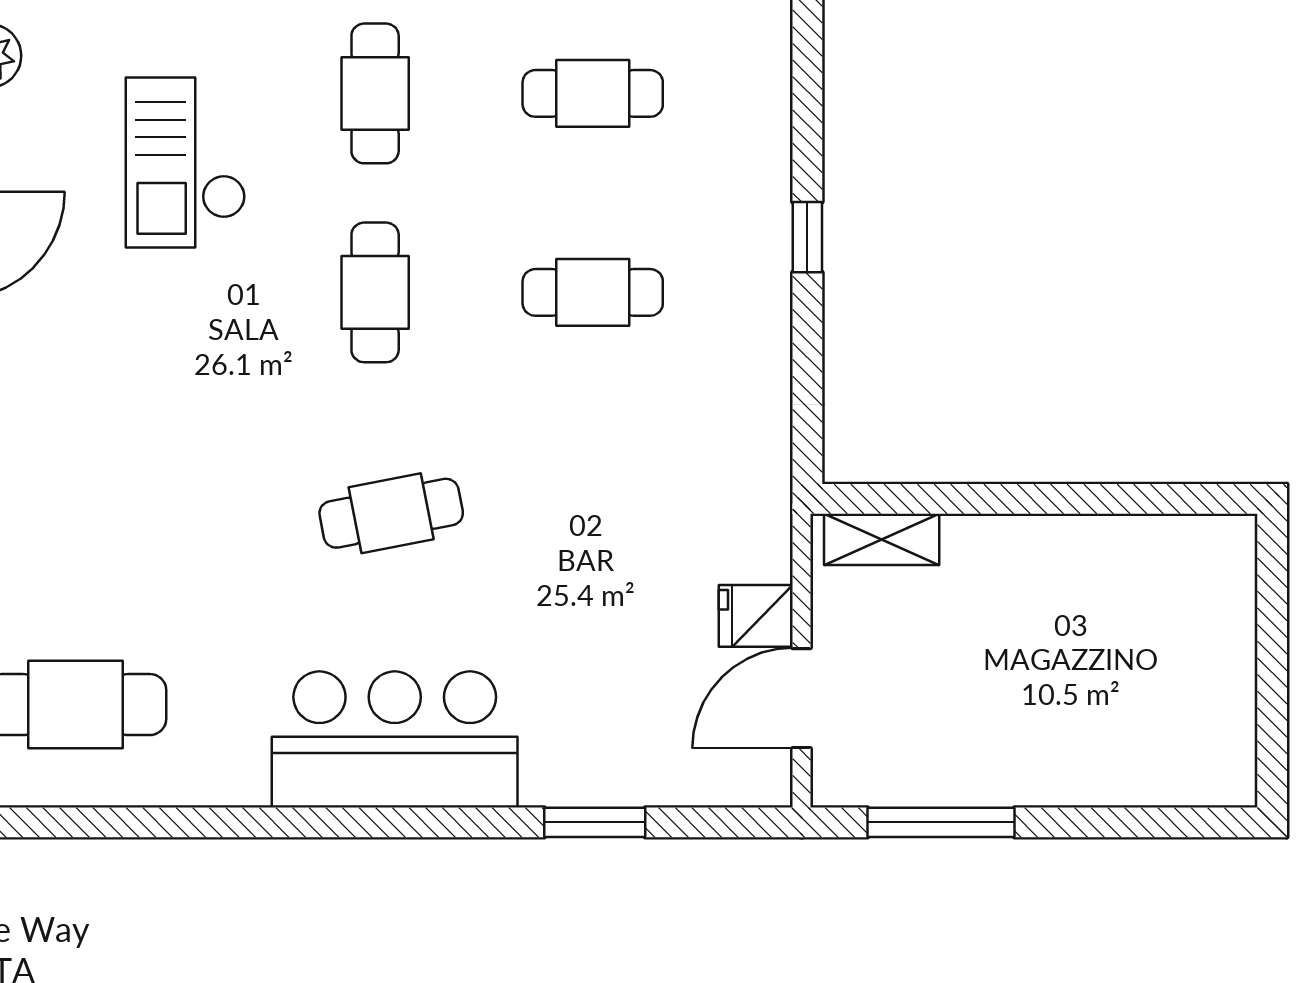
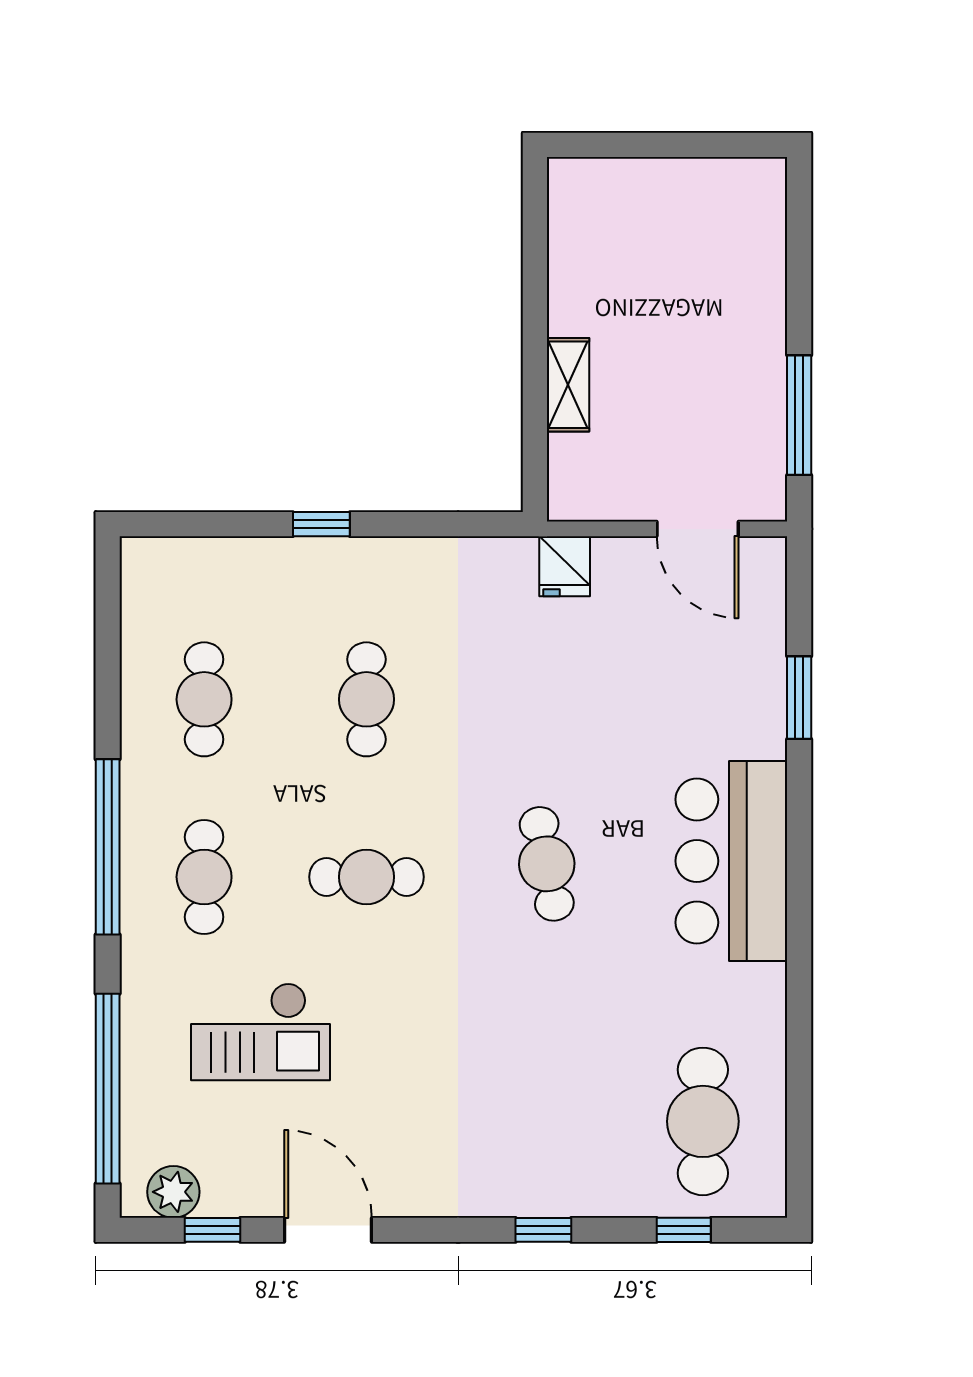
cafe table: (375, 93) -> (204, 877), turned 90
shelving: (882, 539) -> (568, 385), moved
fridge: (756, 616) -> (565, 566), moved

